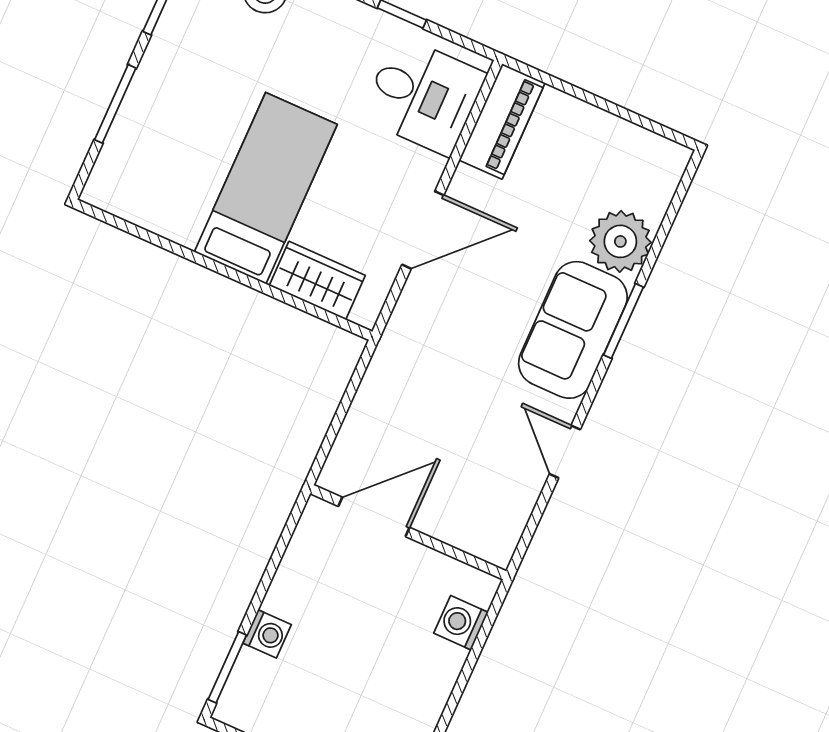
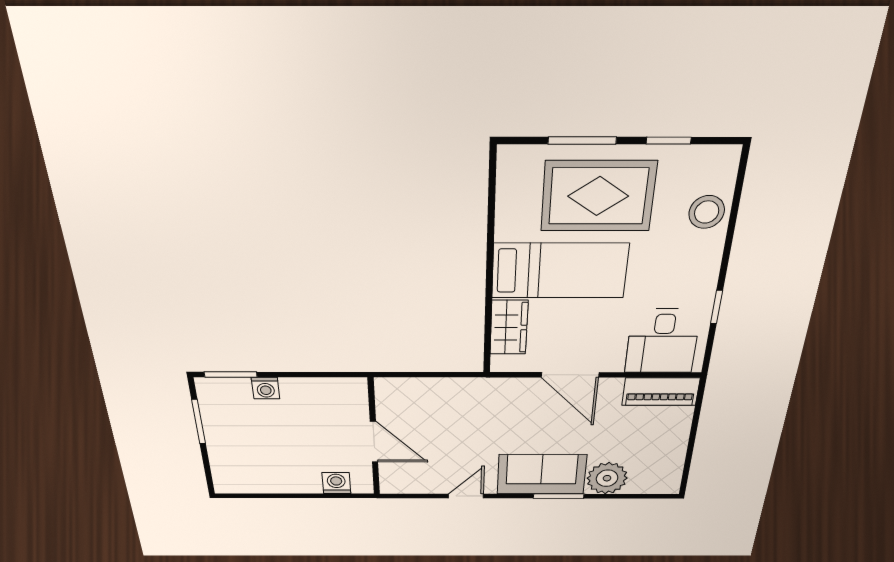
rug: (190, 109) -> (598, 196), added
door: (374, 517) -> (374, 442), moved

